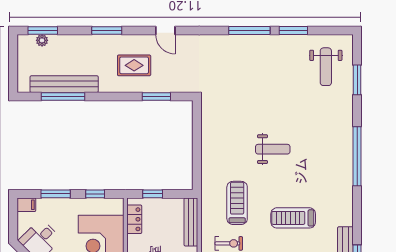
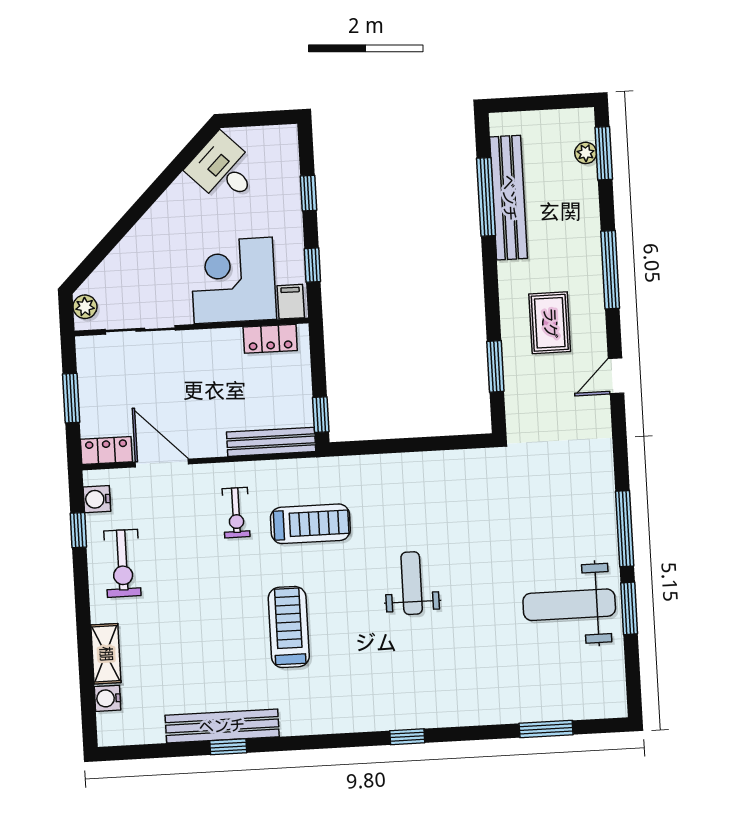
window: (107, 31) -> (610, 270), width x1.44
weight bench: (326, 67) -> (569, 605), moved, width x1.36, depth x1.33
weight bench: (273, 149) -> (412, 583), turned 180
window: (357, 156) -> (407, 737), width x0.32
window: (56, 194) -> (308, 193), width x0.67
window: (153, 194) -> (321, 415), moved
filing cabinet: (26, 205) -> (291, 302), moved, turned 180

